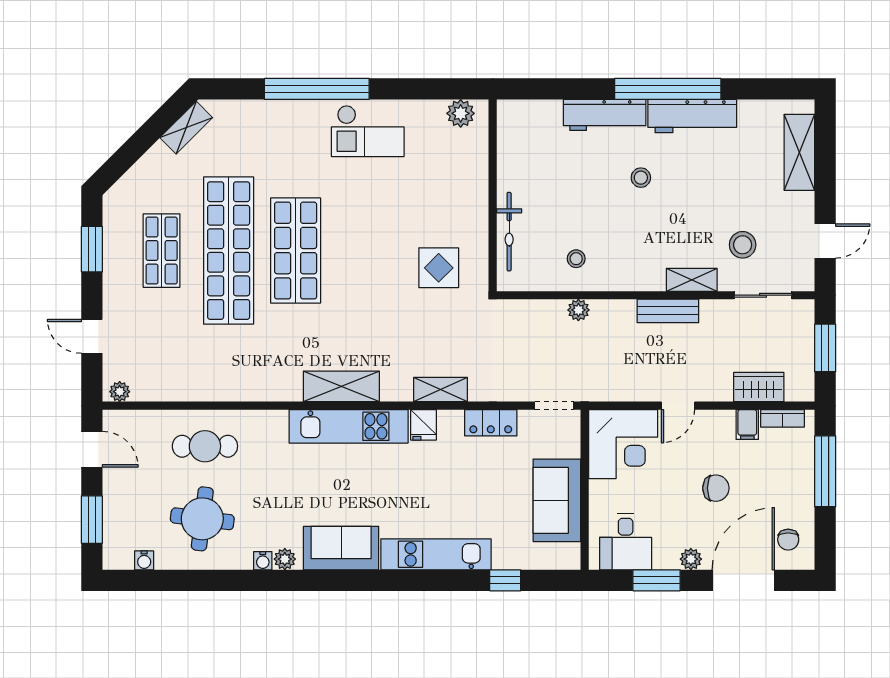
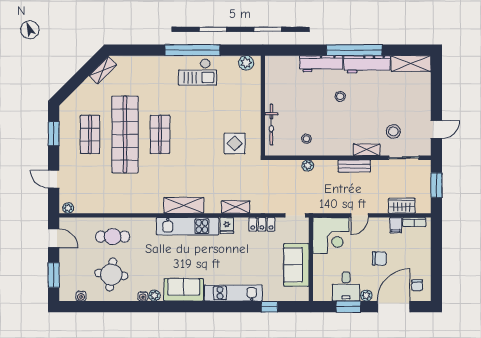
window: (317, 89) -> (192, 50), moved
shelving: (799, 152) -> (411, 63), moved, turned 90
shop shelf: (296, 251) -> (160, 134), width x0.70, depth x0.74
window: (825, 471) -> (436, 250), removed
desk: (626, 542) -> (346, 286), moved

